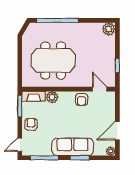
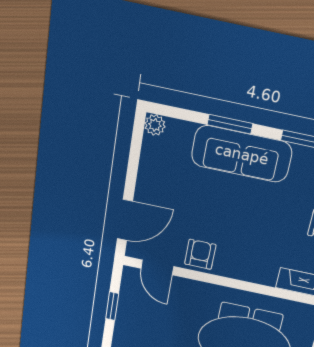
plant: (52, 97) -> (264, 272), removed
door: (117, 131) -> (125, 220), moved

